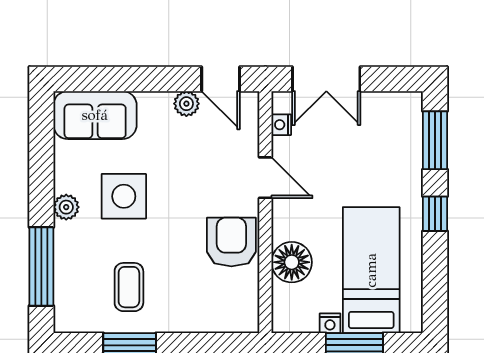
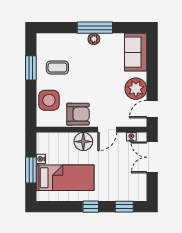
plant: (186, 104) -> (136, 89), width x1.88, depth x1.88
window: (435, 140) -> (124, 207), width x0.67
side table: (124, 196) -> (49, 100), moved
floor lamp: (292, 262) -> (83, 142), moved
window: (41, 267) -> (95, 28), moved

